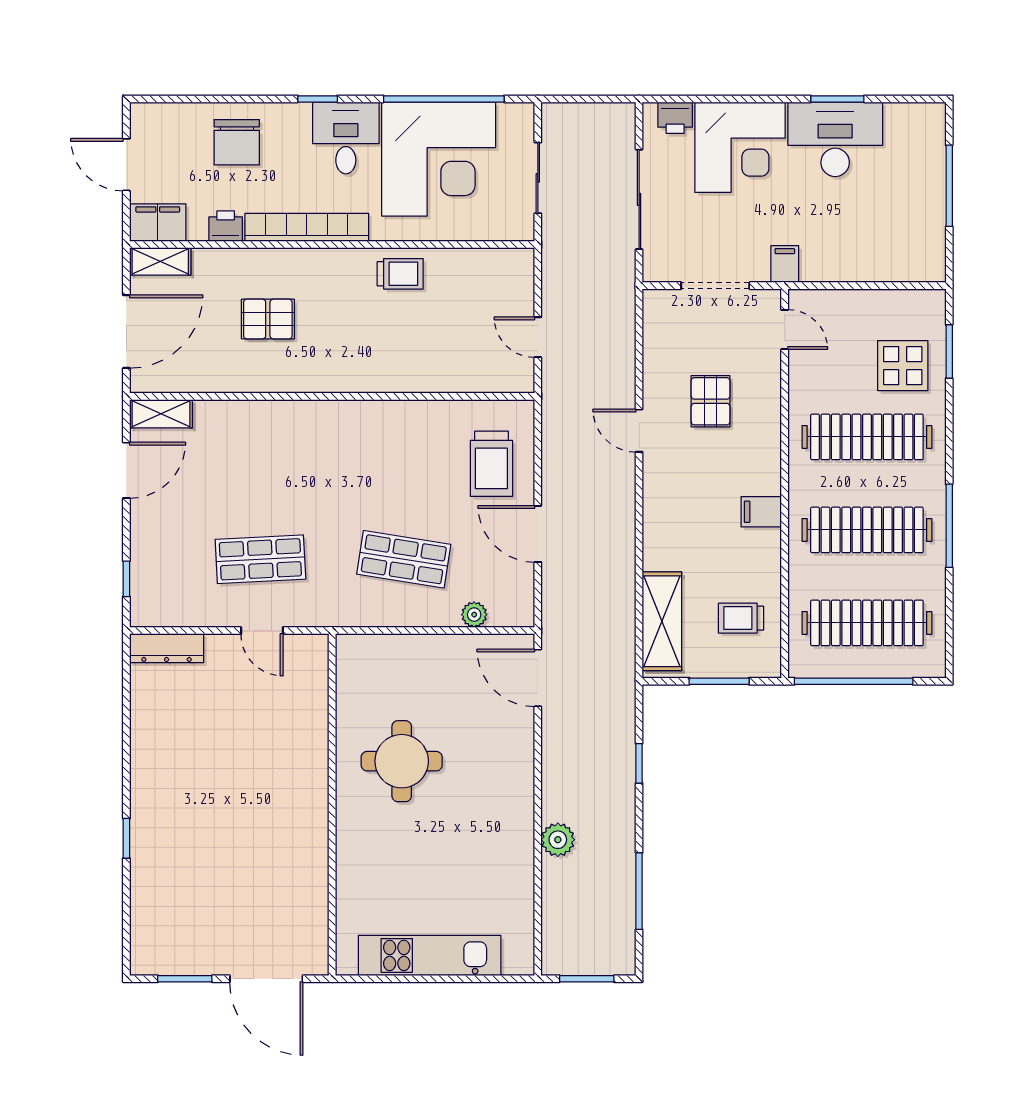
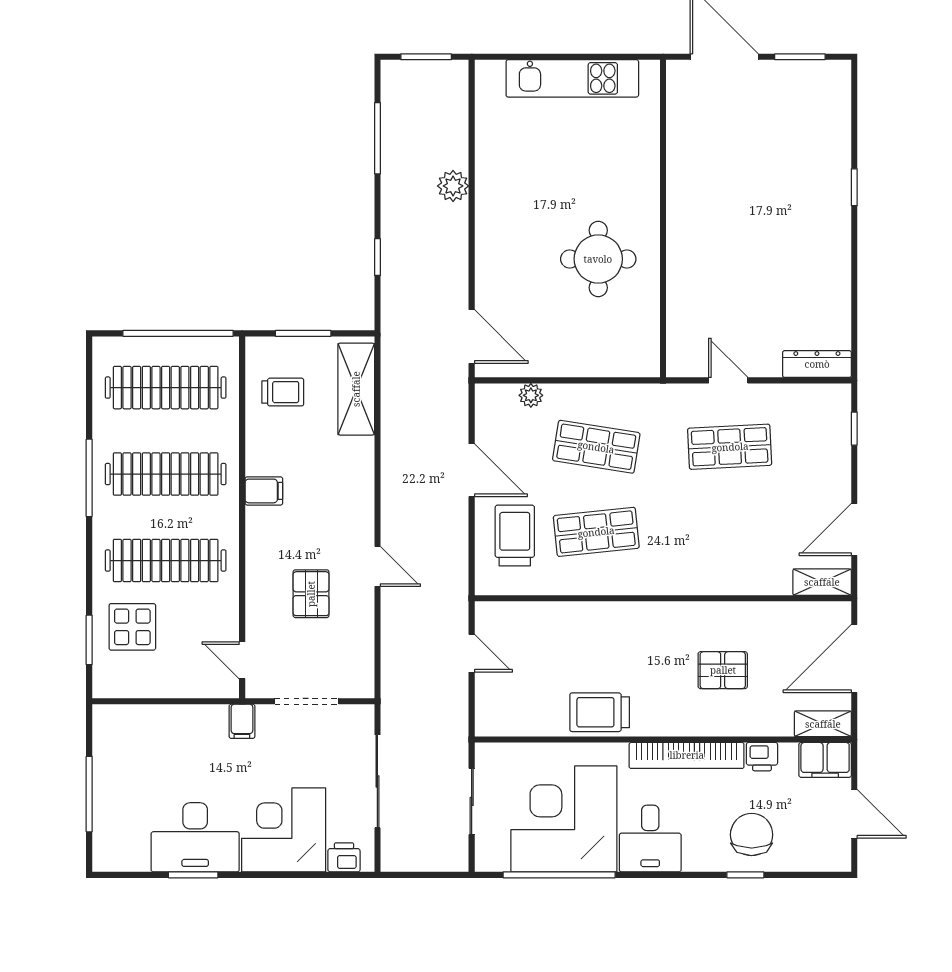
window: (318, 99) -> (745, 875), moved
trolley: (400, 274) -> (600, 712), width x1.36, depth x1.39
shop shelf: (404, 468) -> (596, 532), added

